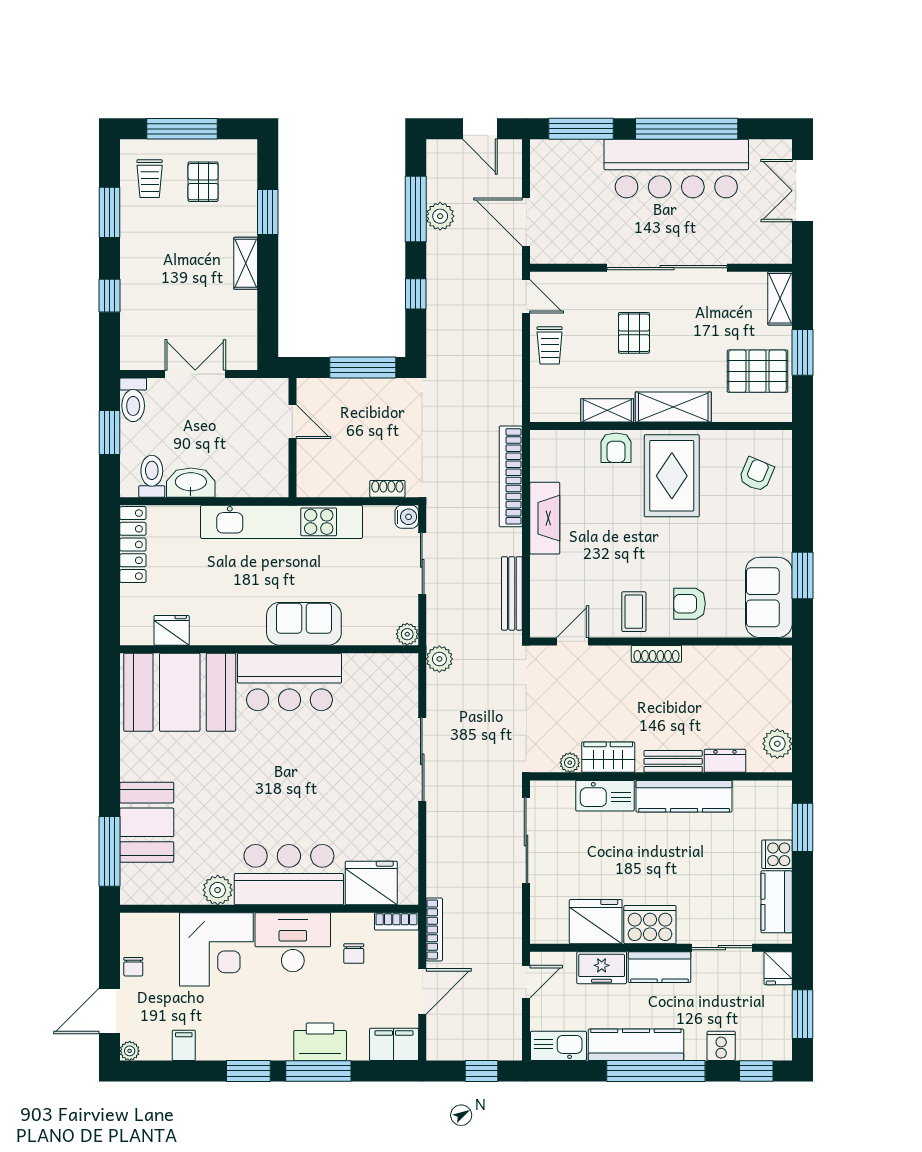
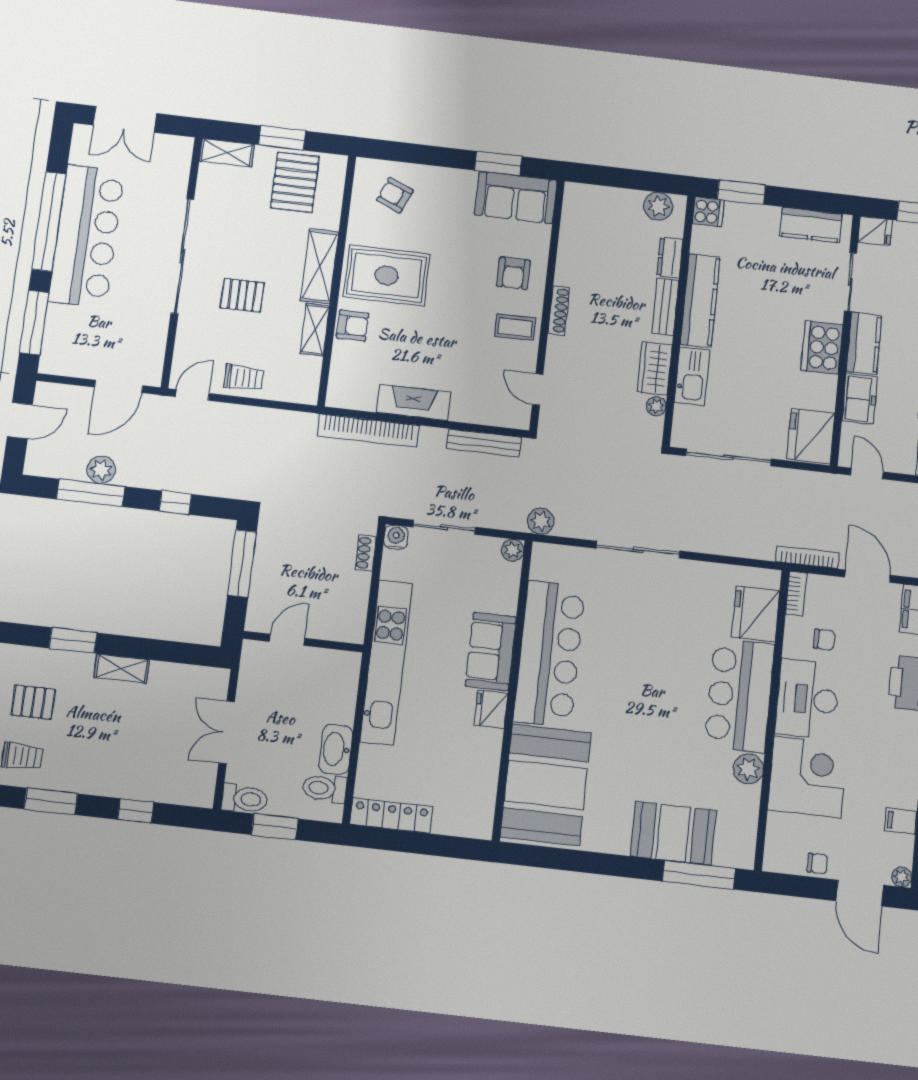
fridge: (172, 630) -> (491, 709), moved
bar counter: (289, 682) -> (549, 654), width x1.36
cooker: (777, 854) -> (708, 212), moved, turned -90
fridge: (596, 922) -> (811, 436), moved

